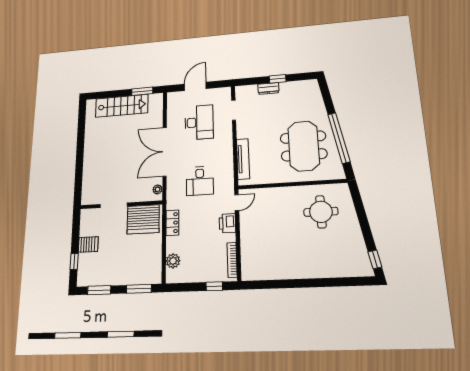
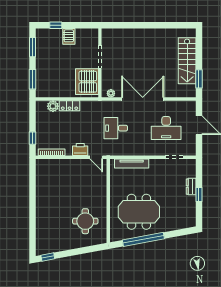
locker: (172, 223) -> (70, 106), moved

